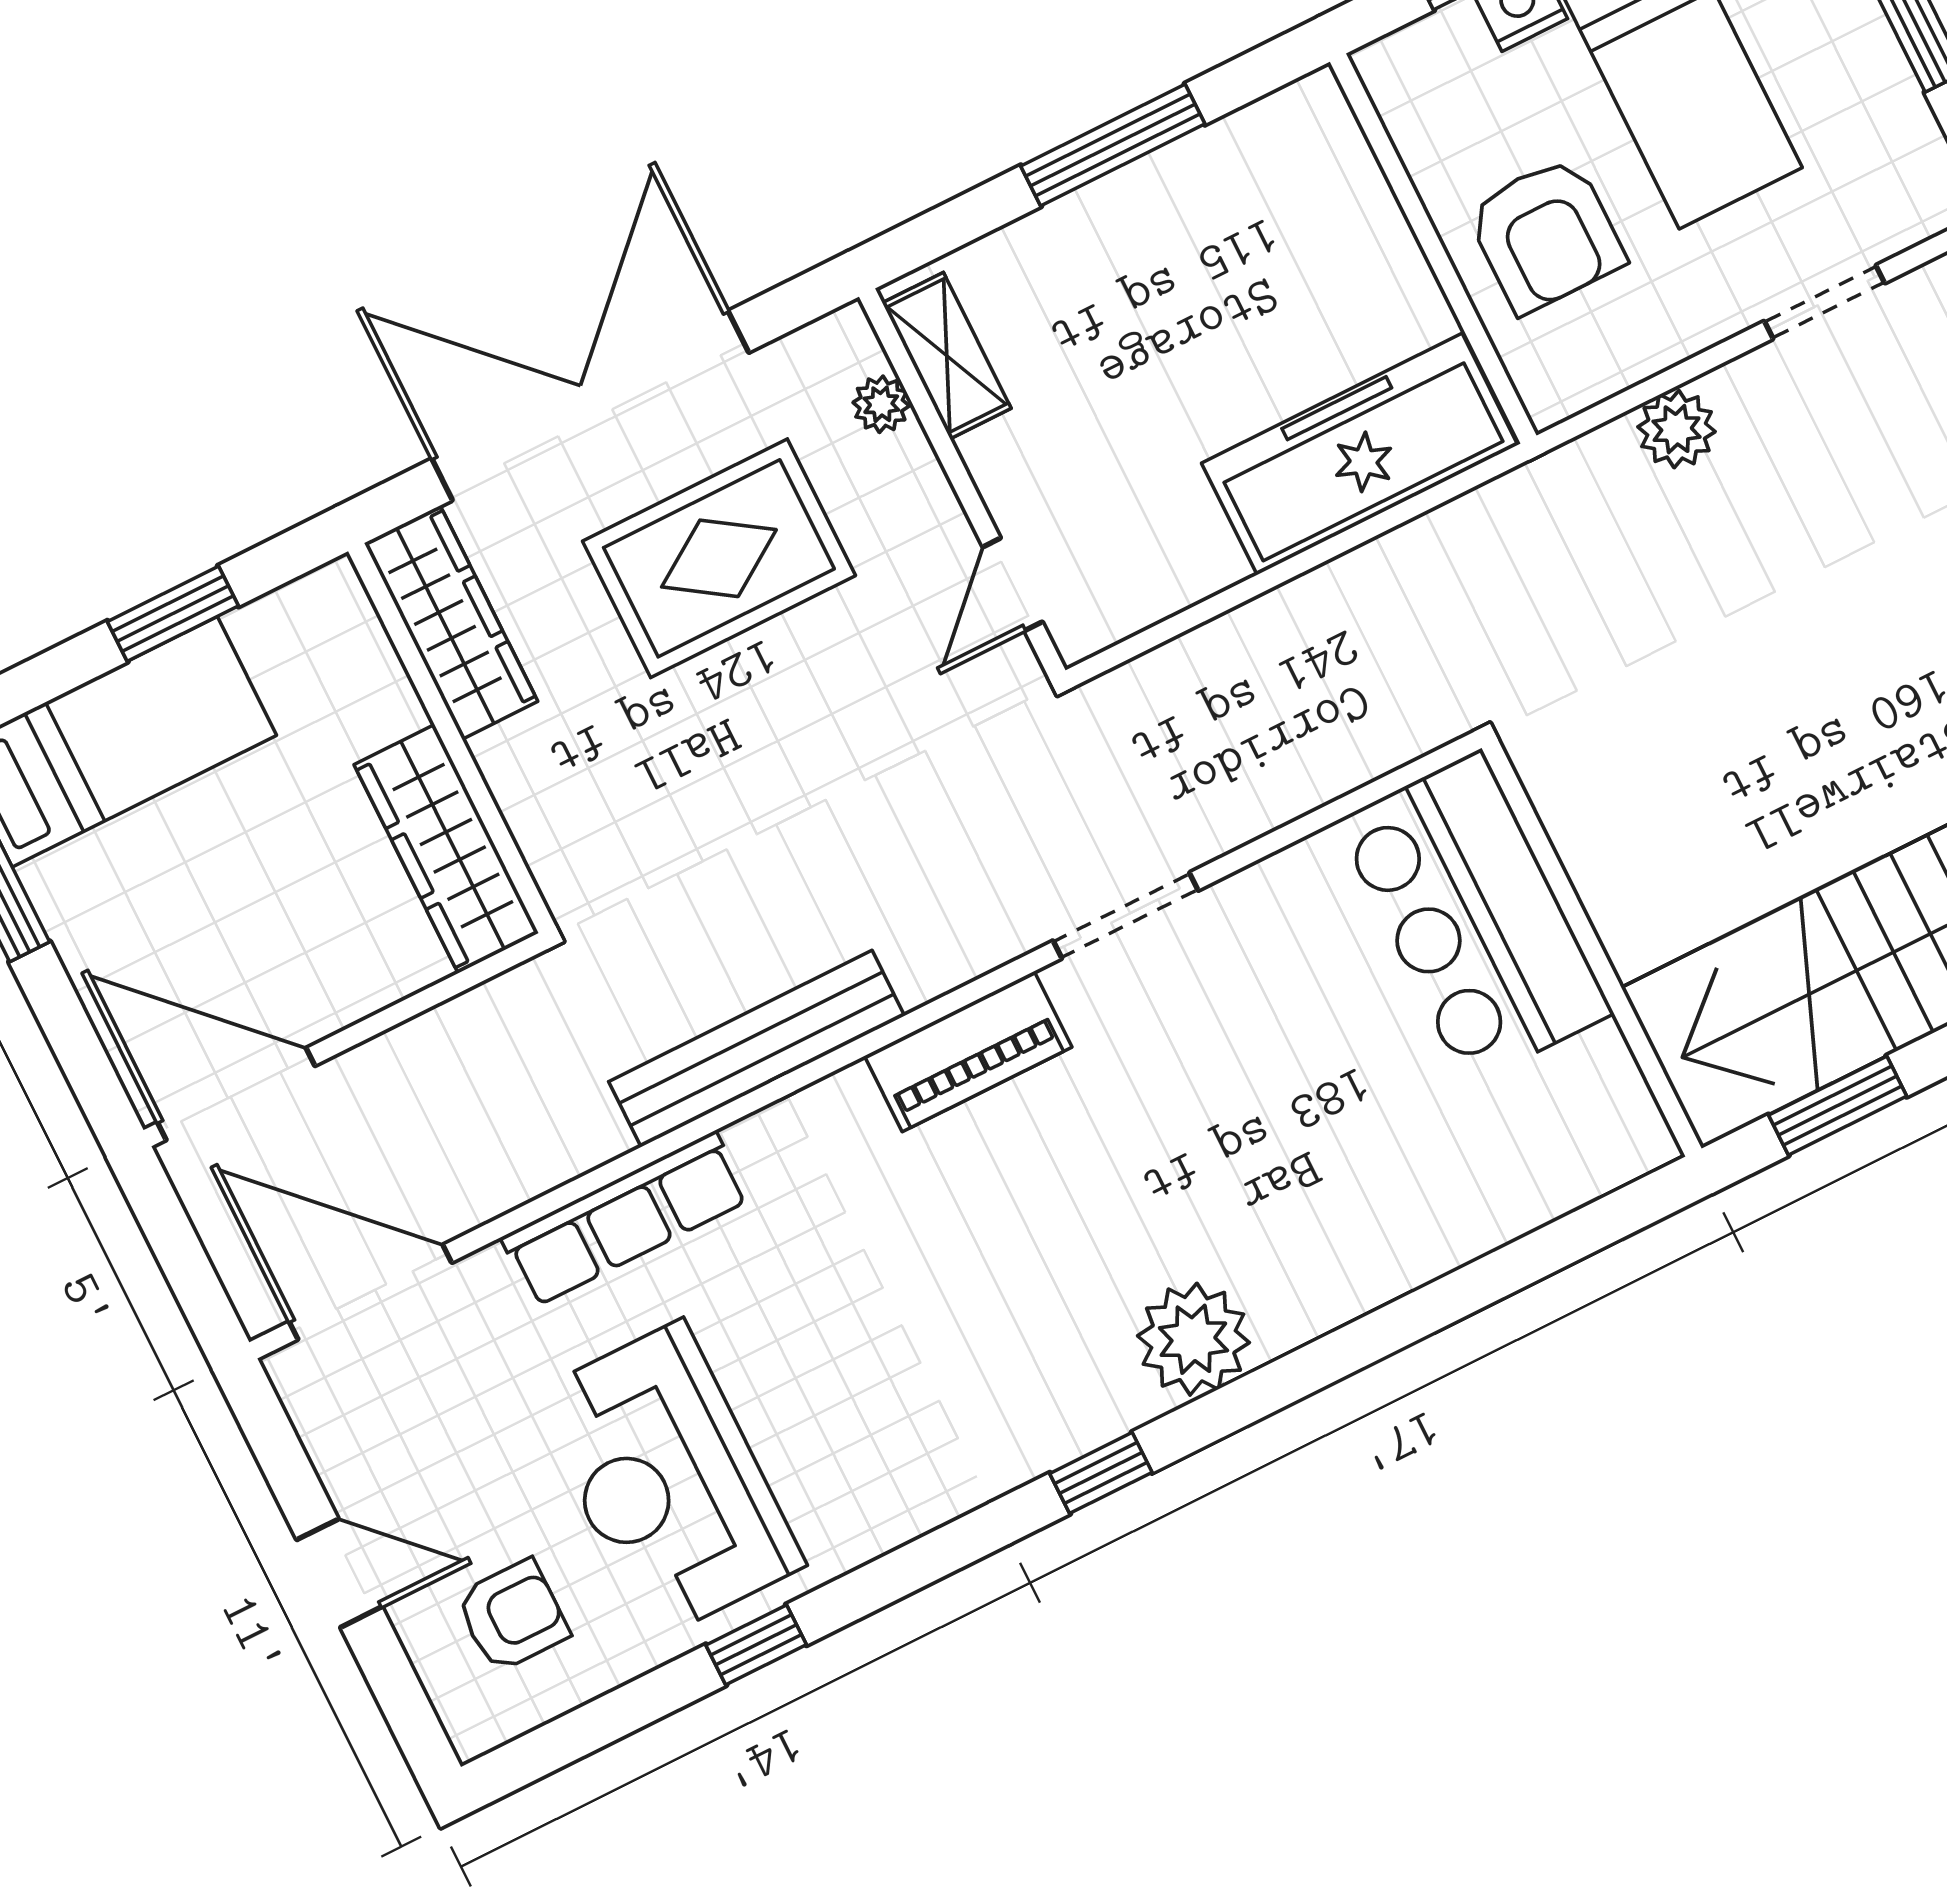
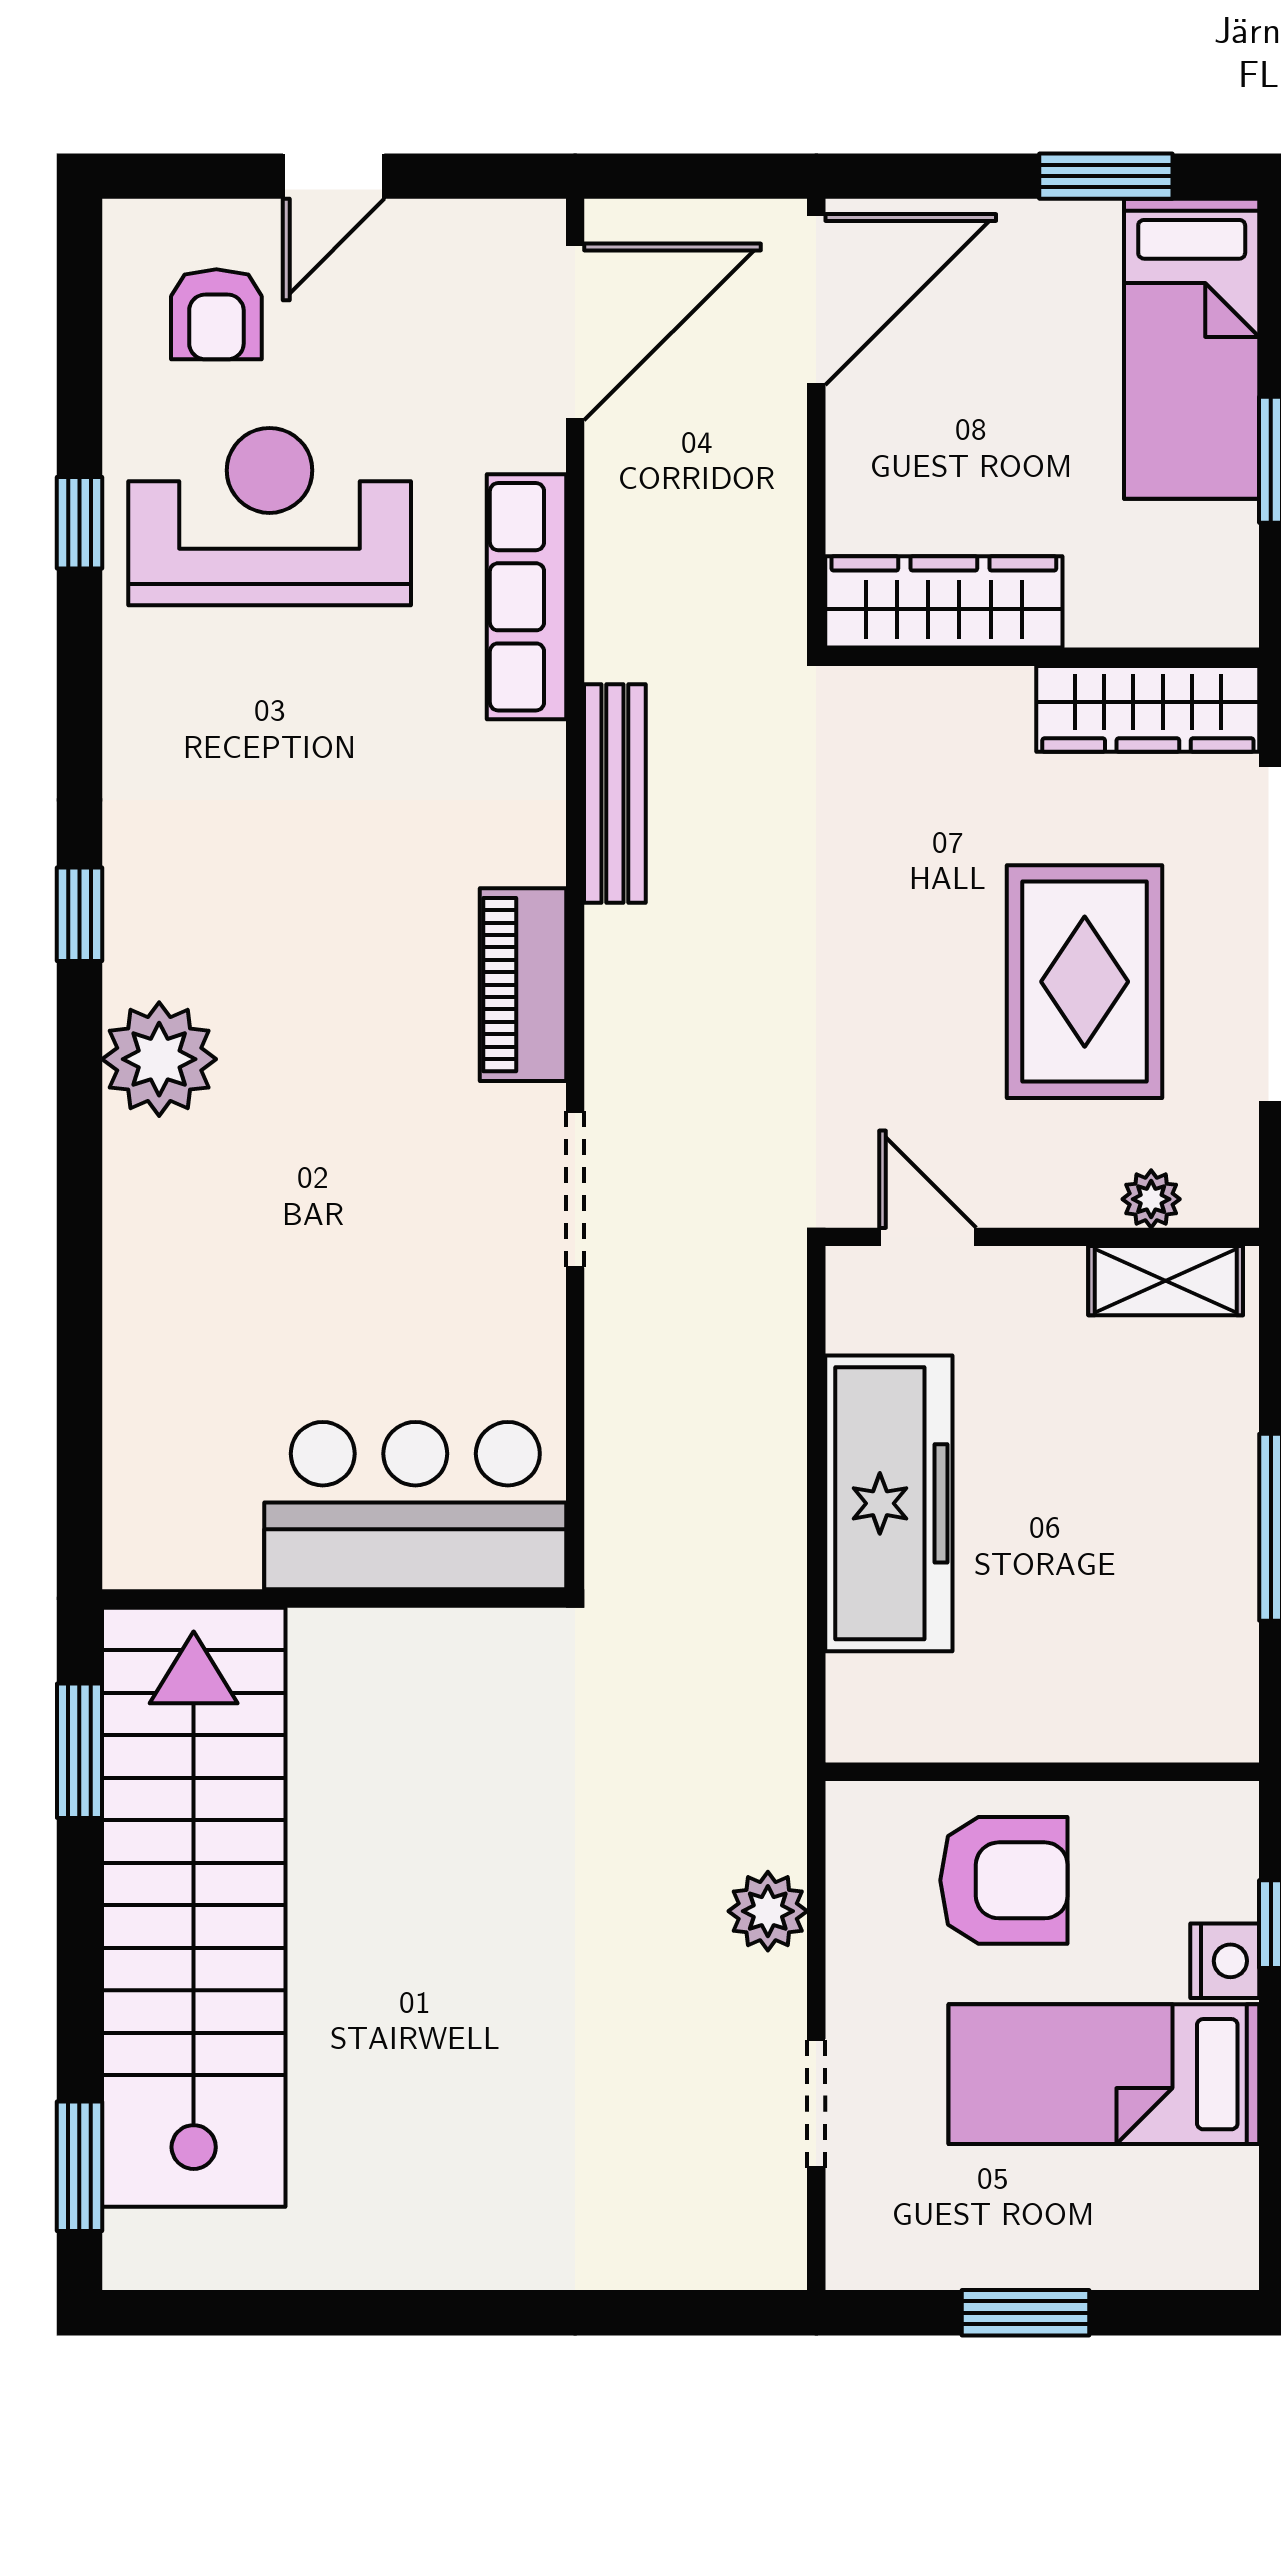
armchair: (1546, 235) -> (1004, 1880), turned 180
freezer: (1360, 454) -> (889, 1503), moved
bench: (757, 1049) -> (615, 793), width x0.73, depth x0.82

